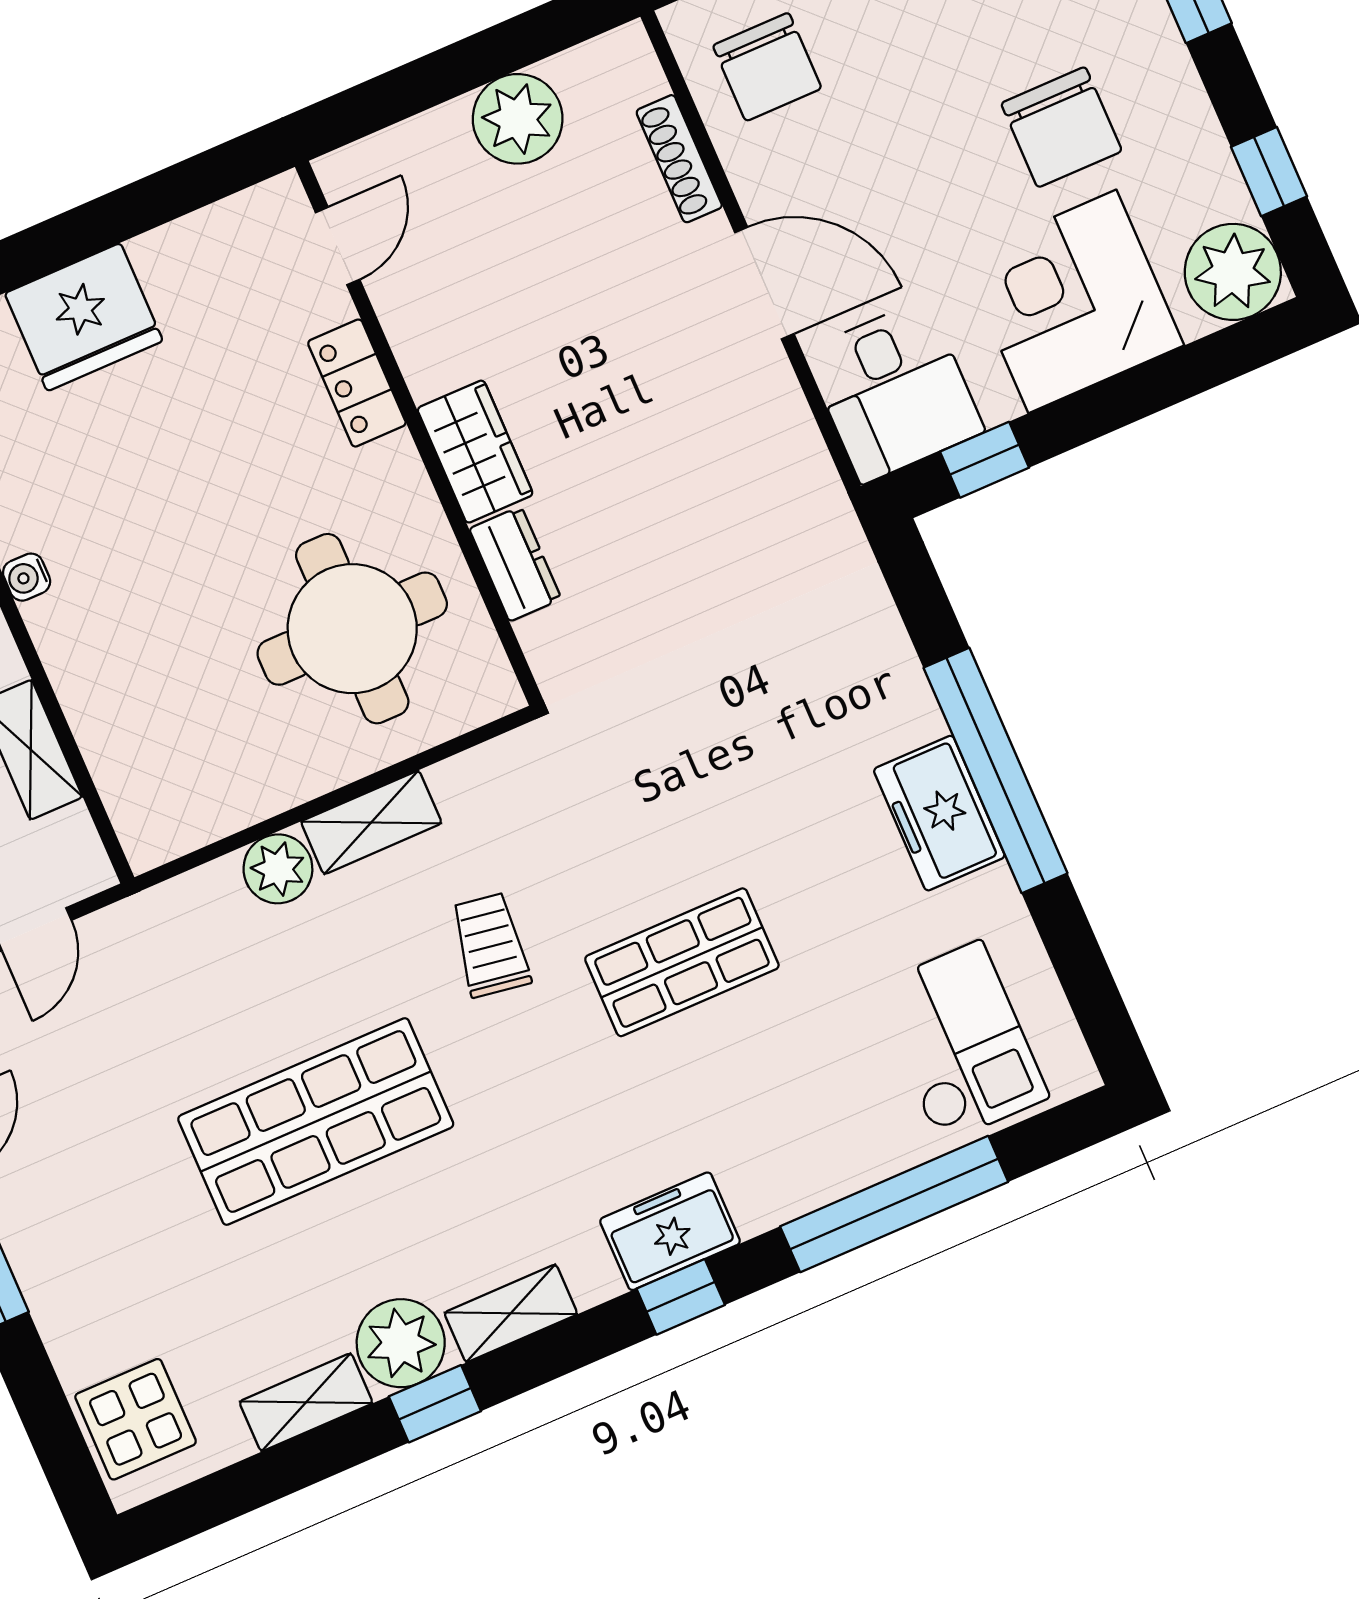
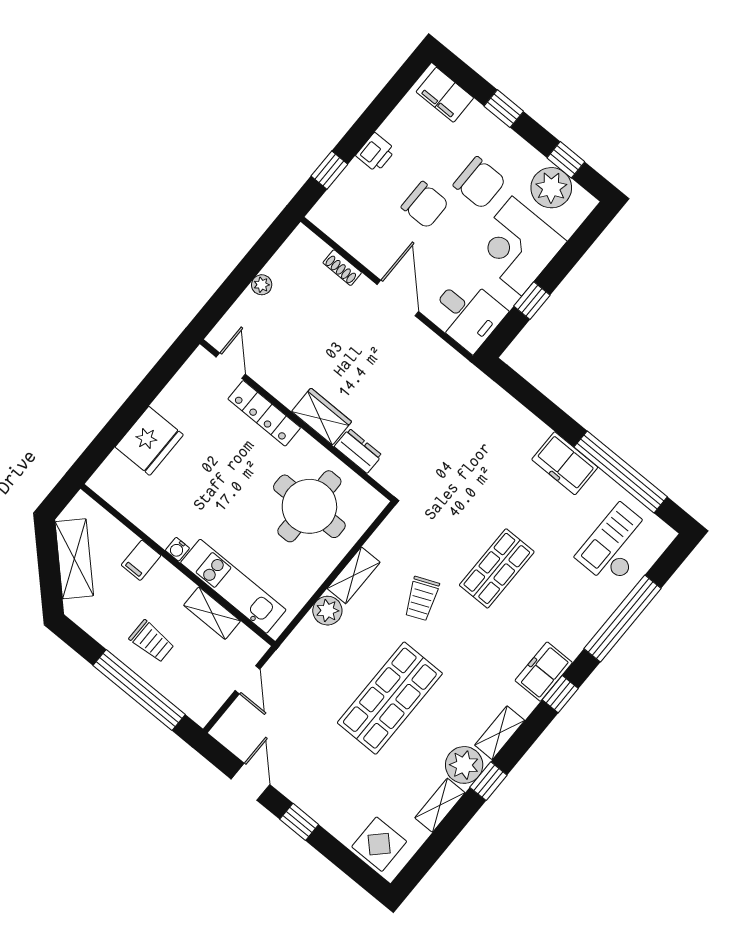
chair: (767, 67) -> (425, 205), moved
plant: (518, 119) -> (262, 285), width x0.53, depth x0.53
shoe rack: (679, 159) -> (342, 268), width x0.70
plant: (1233, 272) -> (551, 188), moved
door: (764, 283) -> (398, 298), hinge flipped
locker: (357, 383) -> (264, 413), width x1.53
window: (985, 460) -> (532, 301), moved
kitchen unit: (105, 716) -> (233, 586), added
window: (995, 770) -> (621, 472), moved
trolley: (490, 945) -> (422, 599), turned -122
checkout: (960, 1042) -> (616, 545), turned -90

